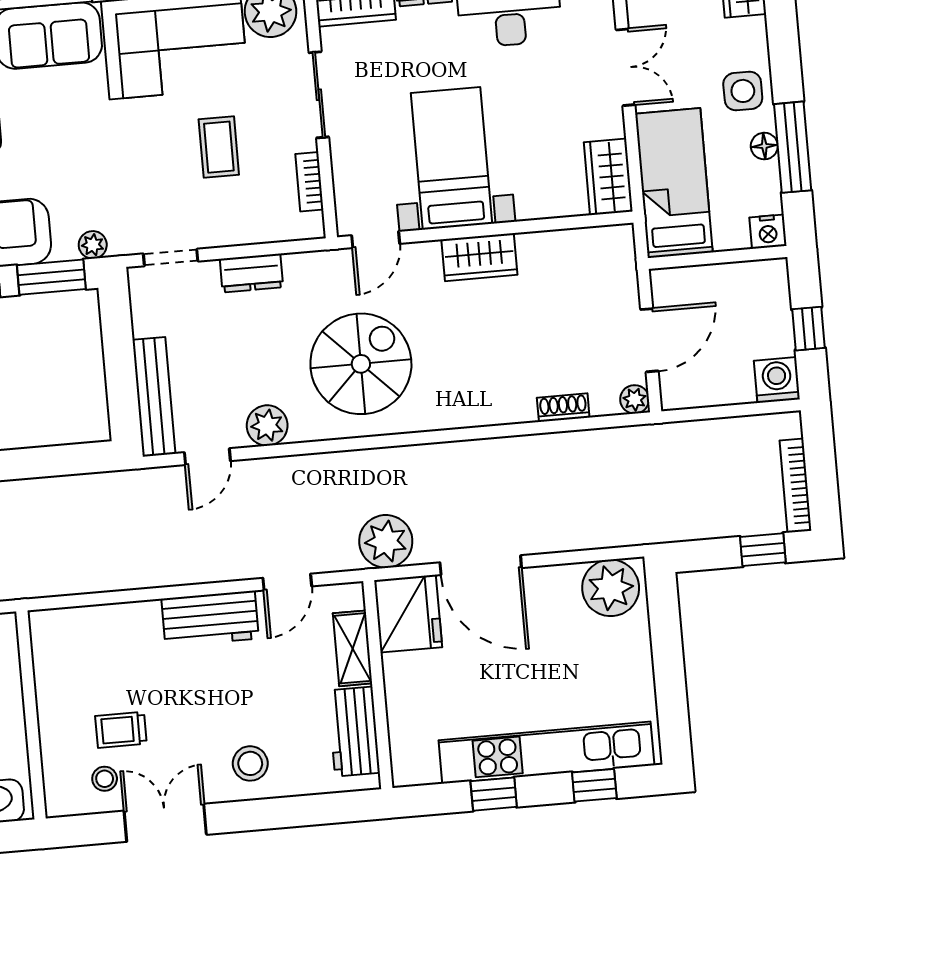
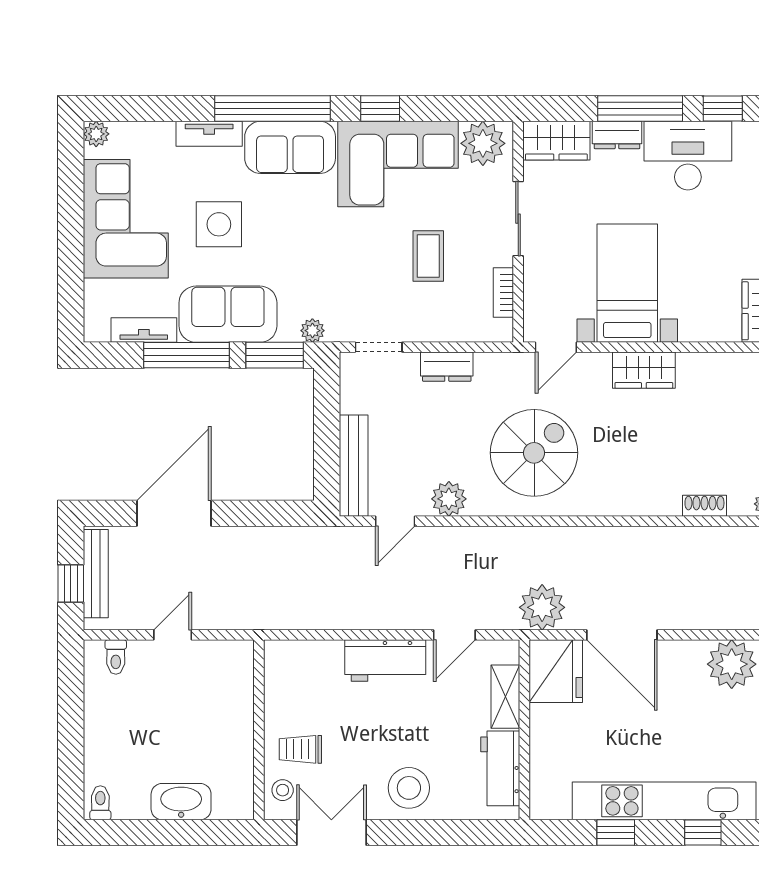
wall: (31, 715) -> (259, 730), moved
stool: (250, 763) -> (409, 788), width x1.38, depth x1.38

